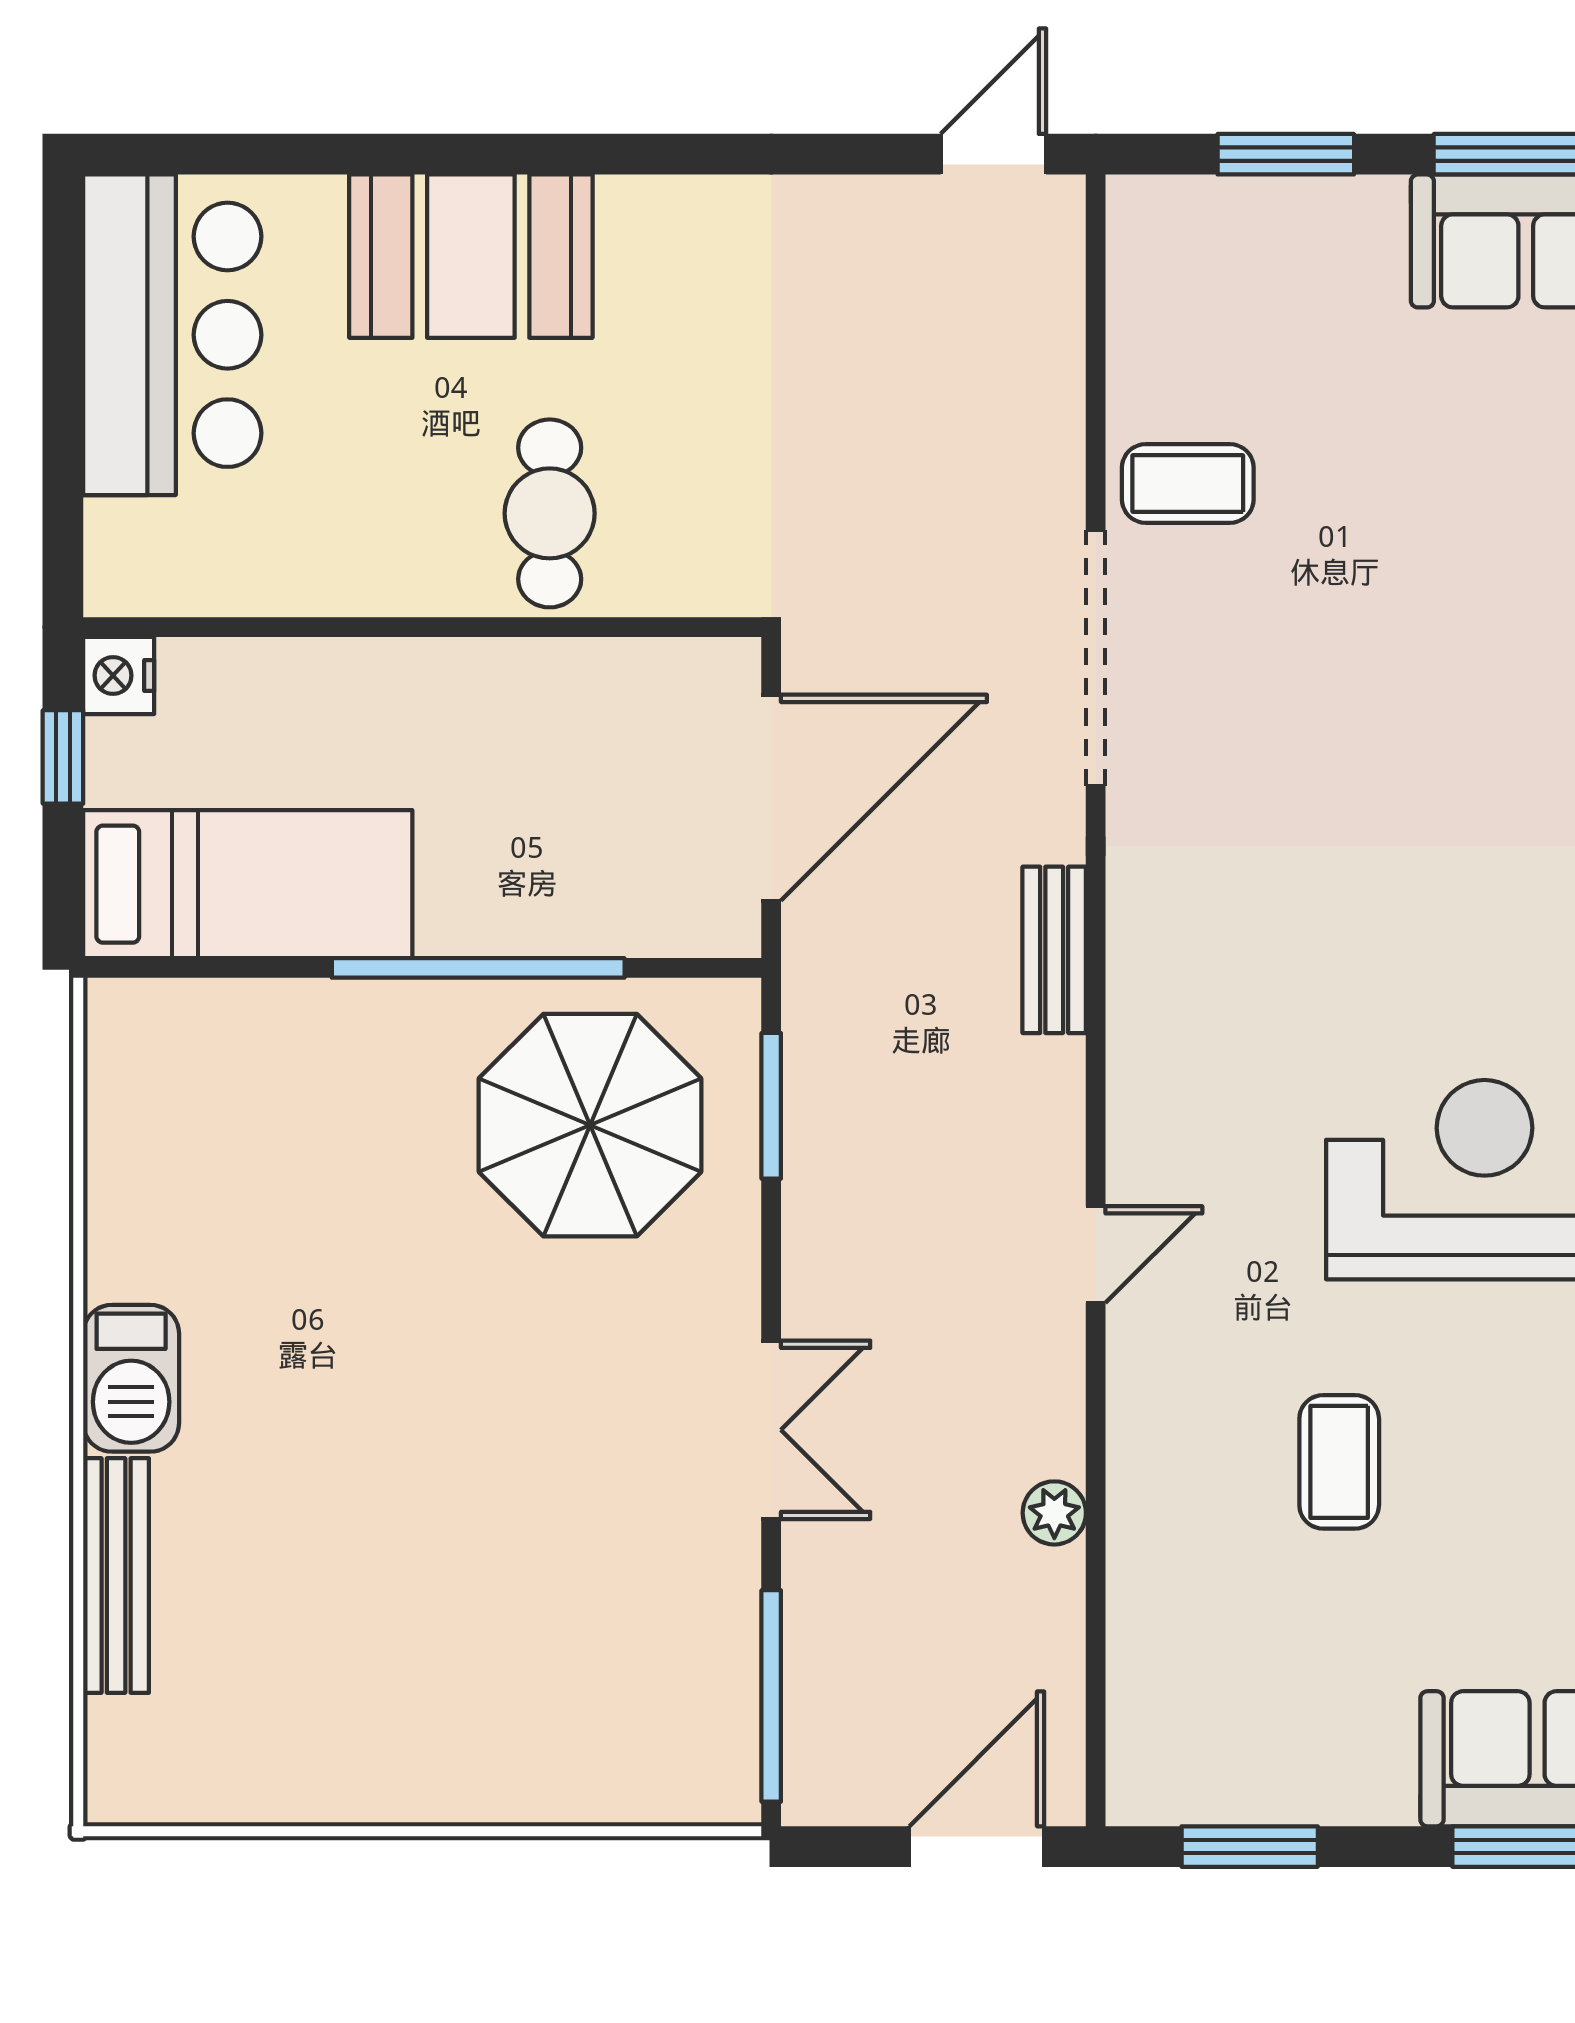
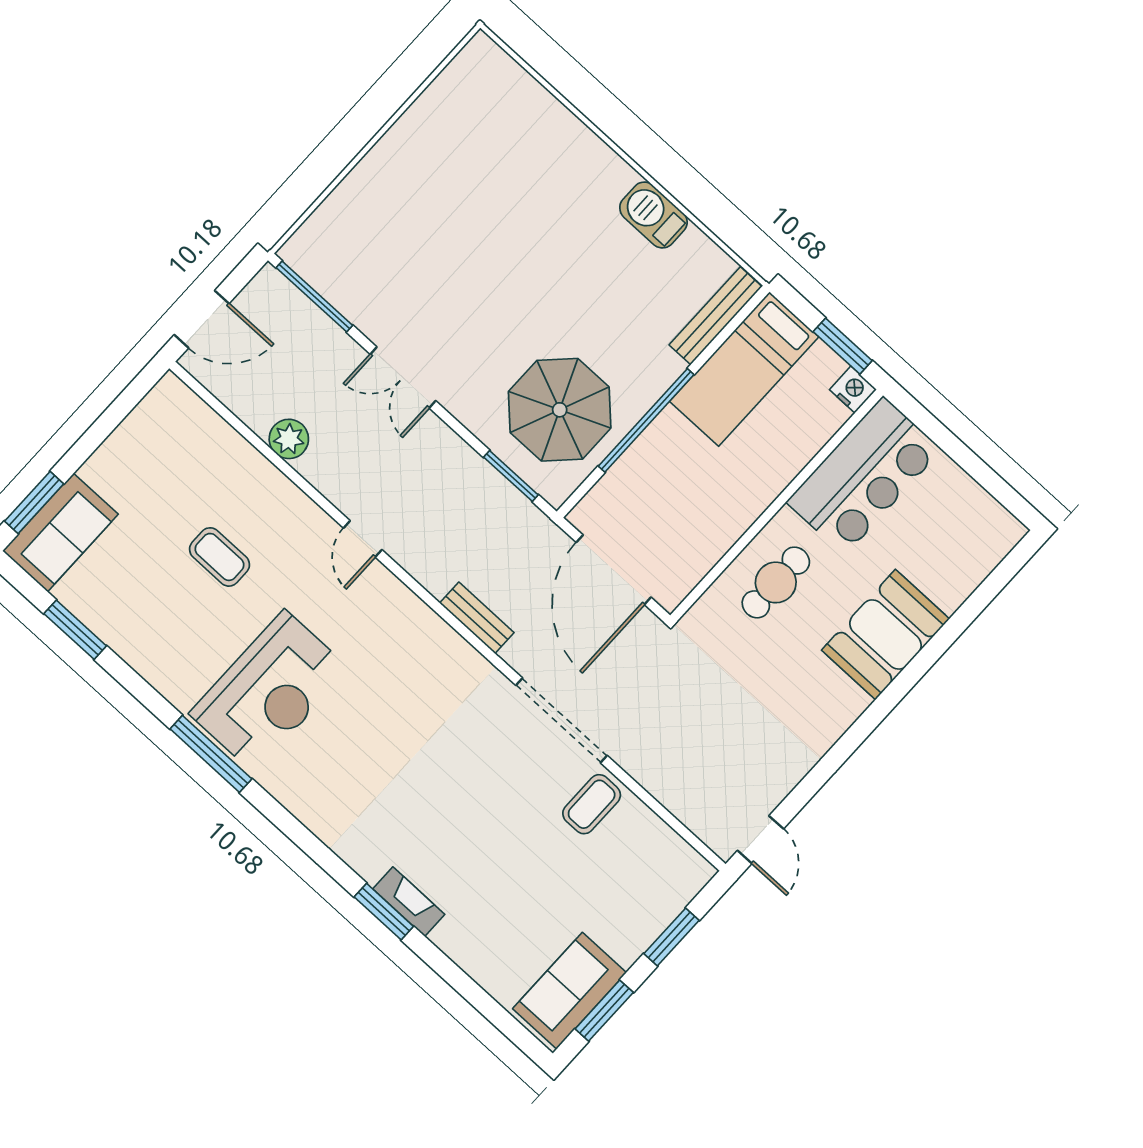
bar counter: (172, 335) -> (864, 476), moved, turned -90
cafe table: (550, 513) -> (776, 582), turned 90
window: (63, 757) -> (843, 346), width x1.50
barbecue: (131, 1378) -> (653, 215), moved
plant: (1054, 1513) -> (289, 439), width x1.38, depth x1.38
bench: (116, 1576) -> (716, 316), moved, turned 90
door: (977, 1847) -> (202, 319), hinge flipped
window: (1250, 1847) -> (119, 410), removed

